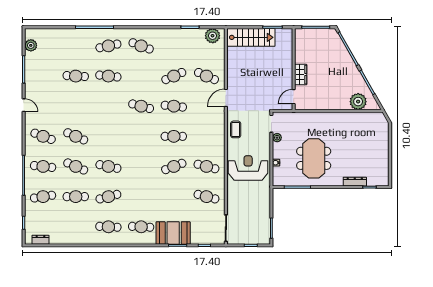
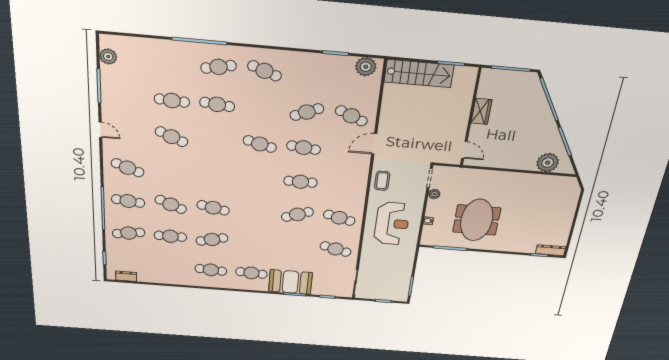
wardrobe: (301, 75) -> (481, 111), moved
door: (294, 97) -> (464, 150), swing flipped
cafe table: (76, 136) -> (171, 137), moved
reception desk: (248, 168) -> (392, 224), turned 90
dresser: (355, 182) -> (551, 250), moved

